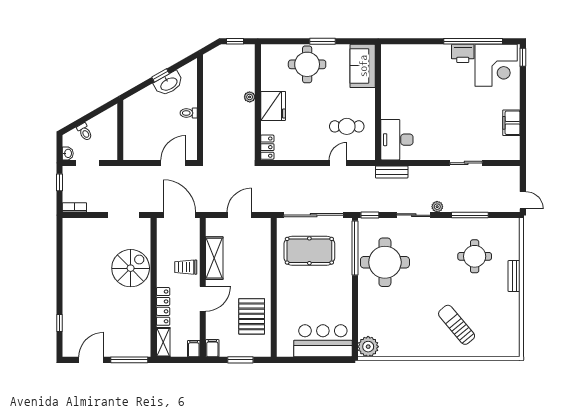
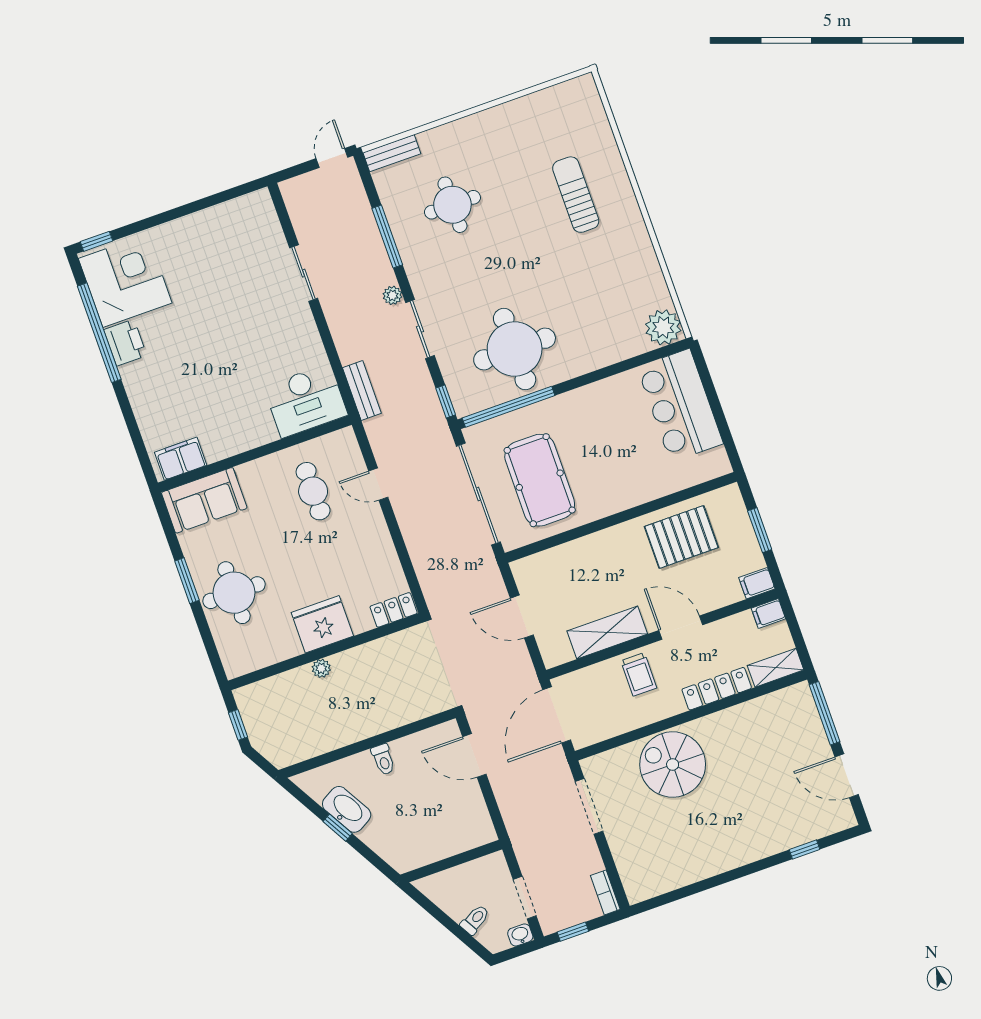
filing cabinet: (511, 123) -> (181, 459), moved, turned 180
bench: (514, 276) -> (392, 153), moved
sun lounger: (457, 325) -> (576, 195), turned 130

